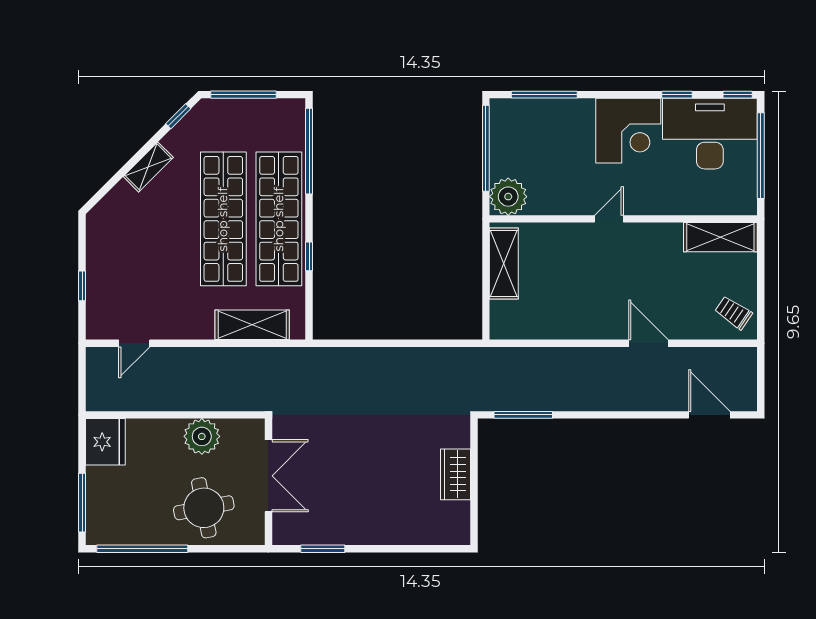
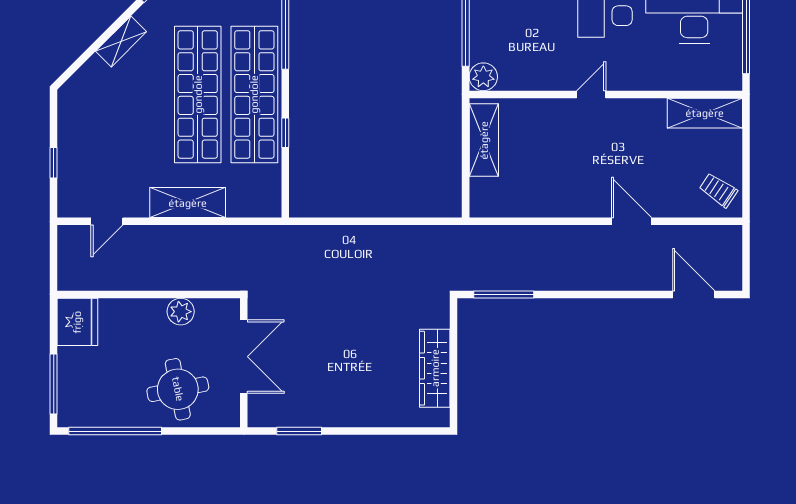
plant: (508, 197) -> (483, 77), width x0.73, depth x0.73
shelving: (252, 325) -> (188, 203), moved
plant: (202, 436) -> (181, 312), width x0.73, depth x0.73
wardrobe: (456, 474) -> (435, 368), width x1.50

